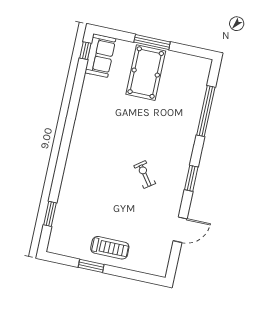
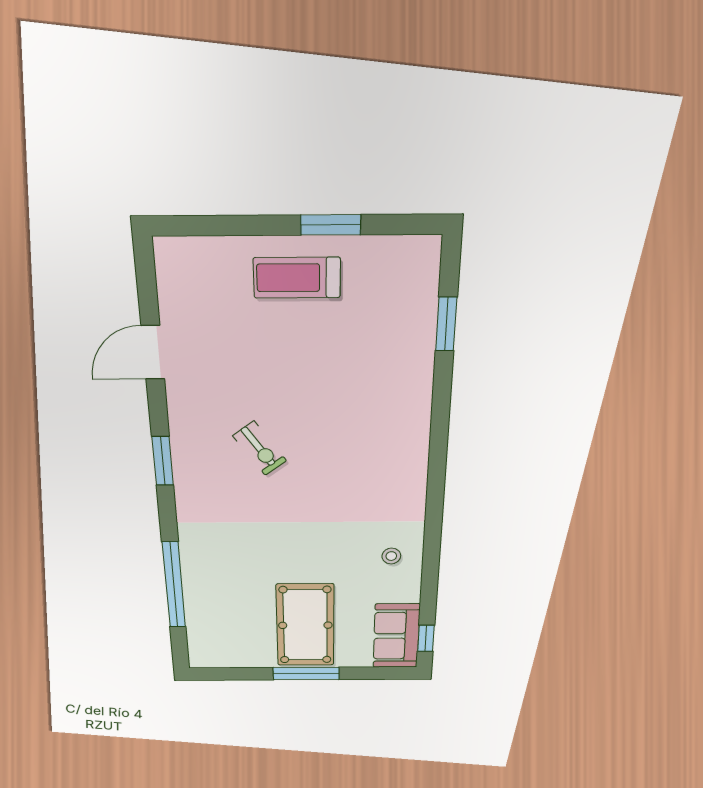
stool: (94, 104) -> (391, 556), added

